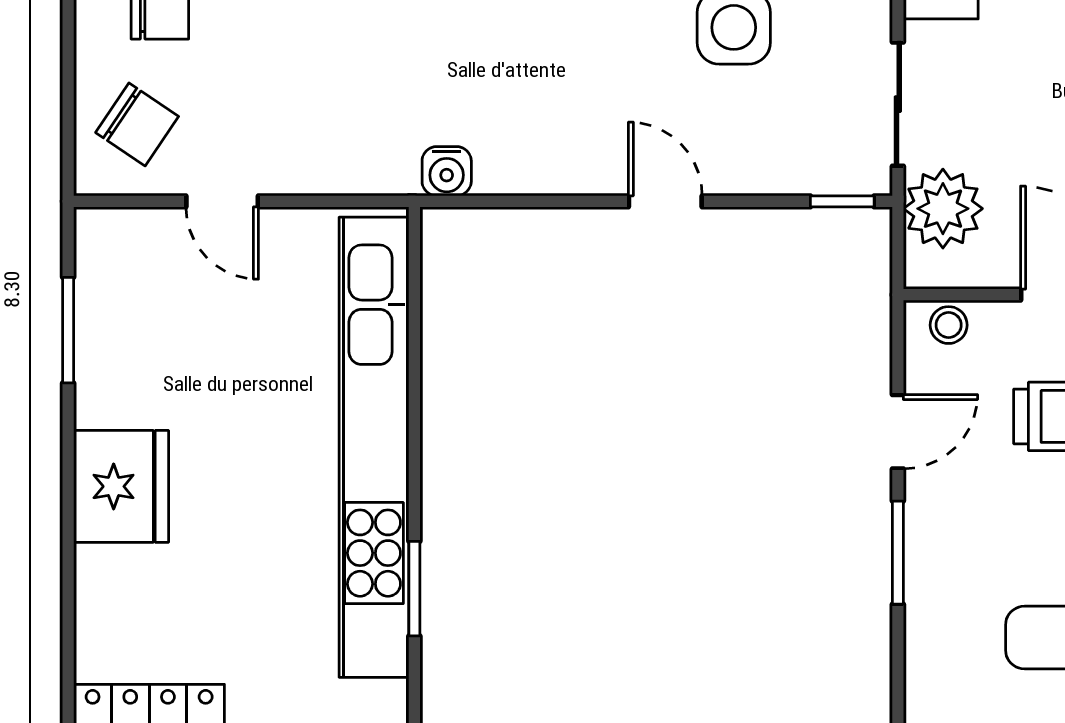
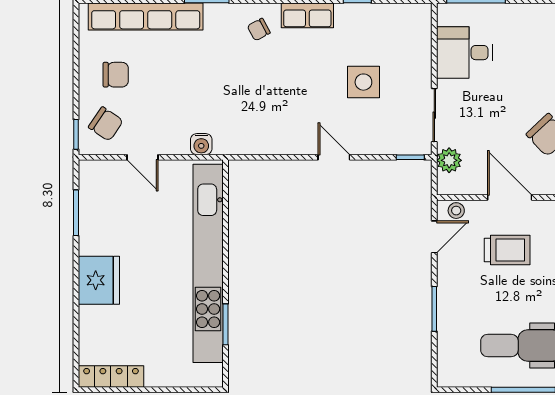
window: (68, 148) -> (76, 134), added
water cooler: (447, 171) -> (201, 144), moved
plant: (943, 209) -> (449, 160), width x0.73, depth x0.73
door: (898, 432) -> (434, 237), moved

